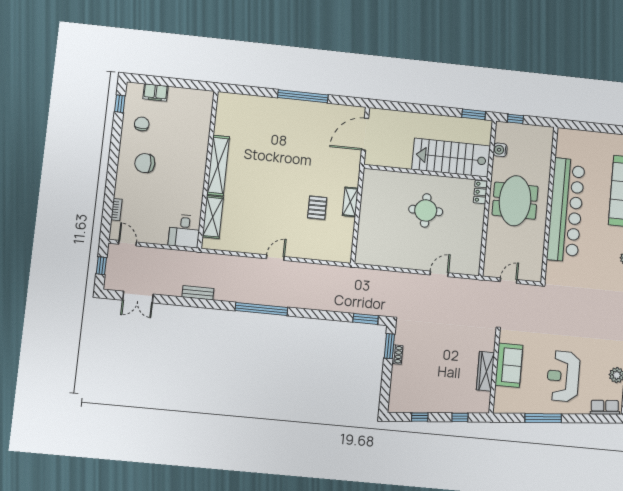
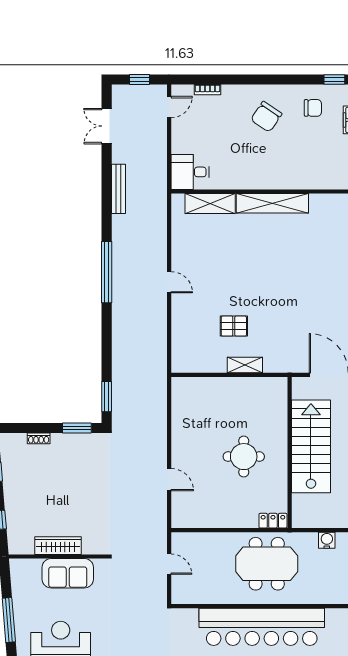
stairs: (451, 158) -> (311, 446), moved
chair: (145, 163) -> (266, 117), turned -146
bench: (198, 293) -> (118, 189), width x1.36
shoe rack: (397, 355) -> (39, 438), moved

